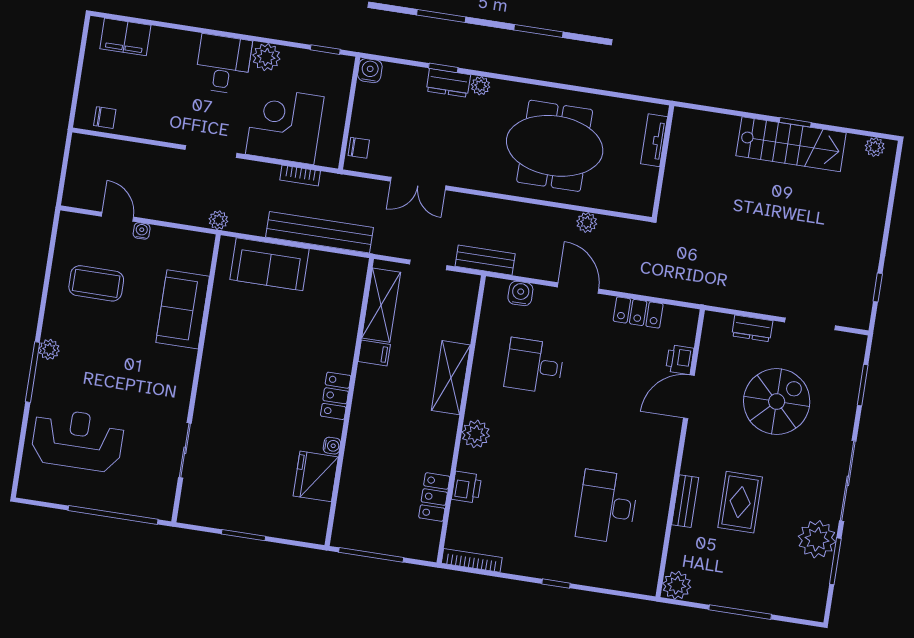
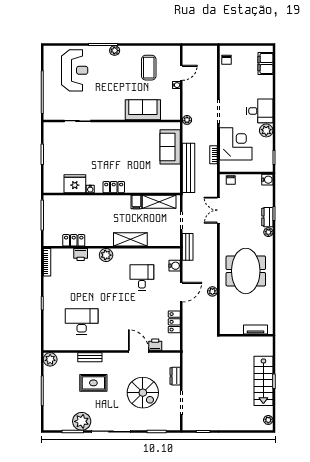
tv unit: (654, 140) -> (255, 330), moved
wall: (663, 162) -> (246, 335), moved

